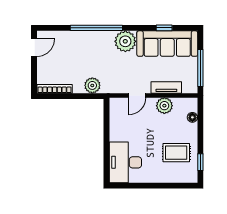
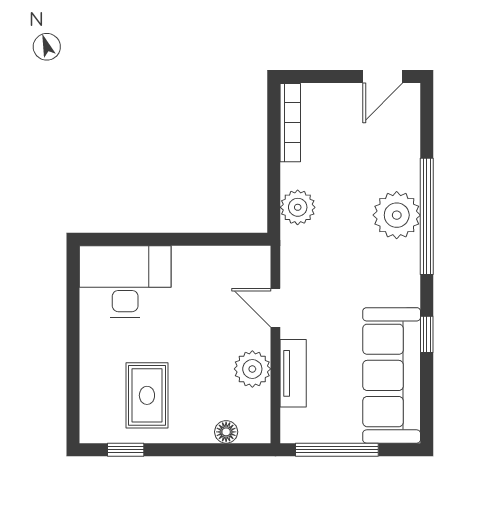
window: (164, 28) -> (427, 334), moved
plant: (125, 41) -> (397, 215), moved
door: (34, 48) -> (383, 77), hinge flipped

